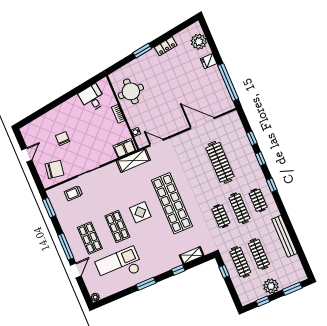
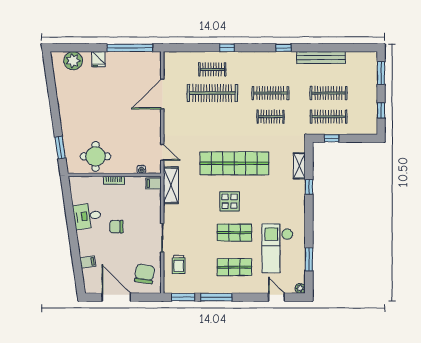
locker: (166, 46) -> (63, 98), removed
window: (142, 51) -> (60, 148), moved
desk: (92, 98) -> (87, 216), moved
filing cabinet: (45, 121) -> (88, 262), added
window: (252, 138) -> (201, 48), removed
chair: (63, 139) -> (116, 227), moved
door: (156, 143) -> (162, 152), swing flipped
filing cabinet: (124, 148) -> (153, 183), width x0.50
door: (27, 155) -> (116, 297), width x1.87
window: (272, 185) -> (284, 48), moved
clothes rail: (258, 200) -> (212, 69), moved
window: (66, 247) -> (216, 297), moved
door: (76, 271) -> (276, 297), moved
window: (146, 284) -> (309, 259), moved
plant: (271, 286) -> (369, 95), removed

